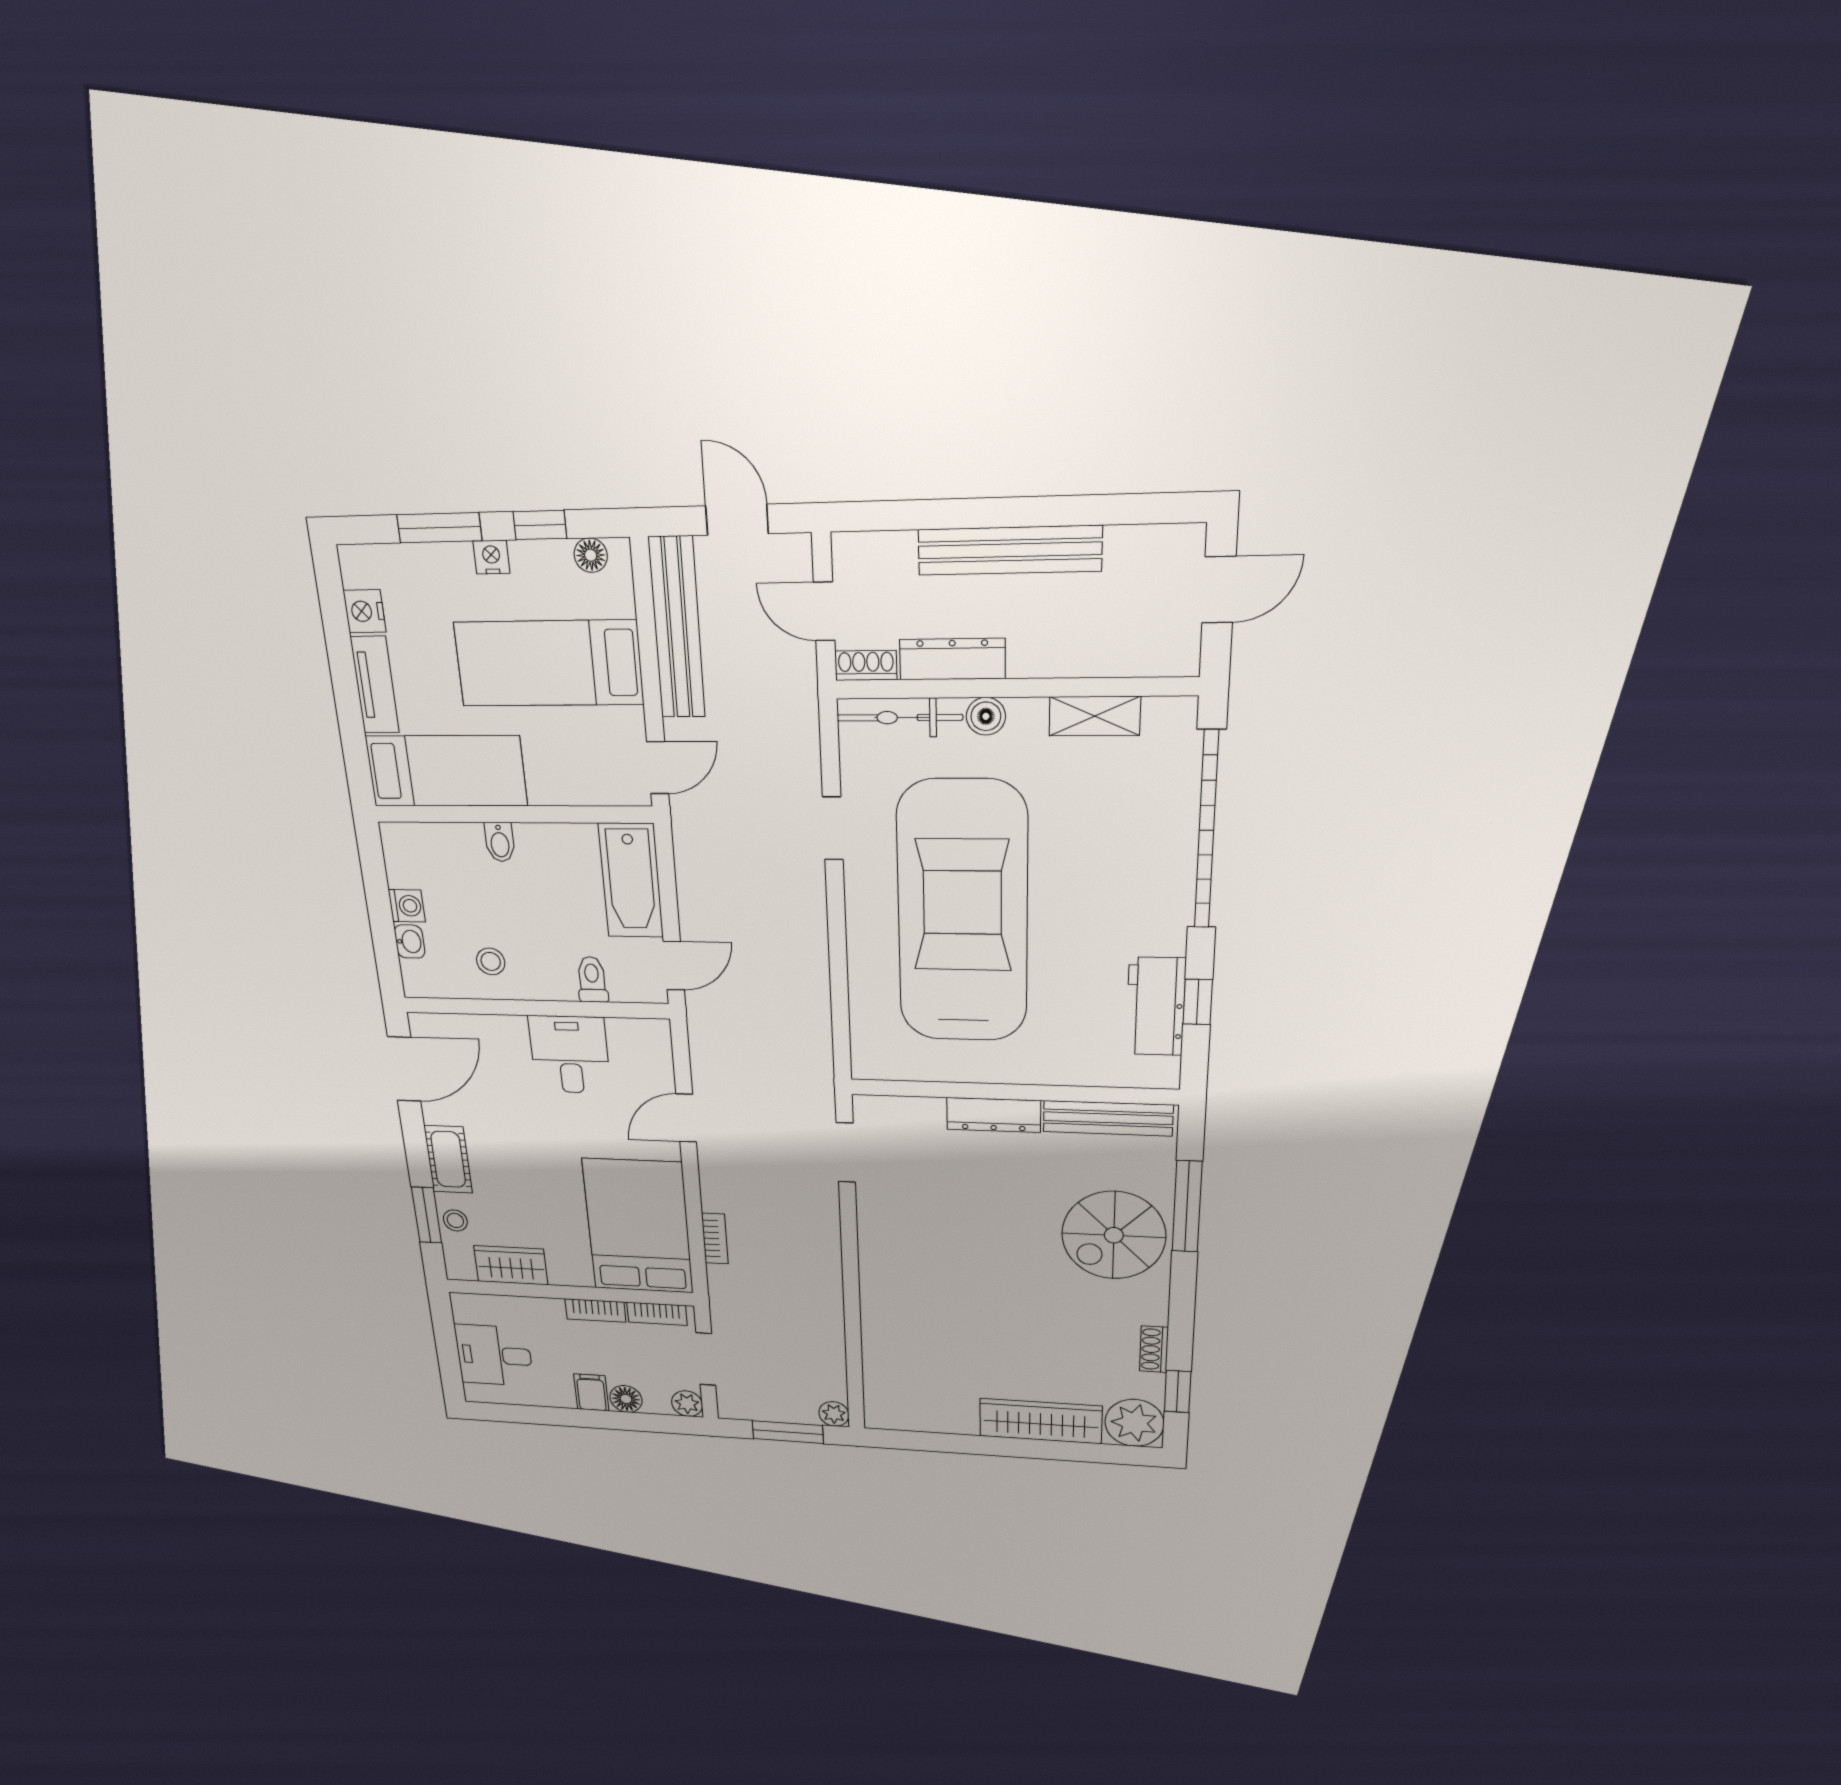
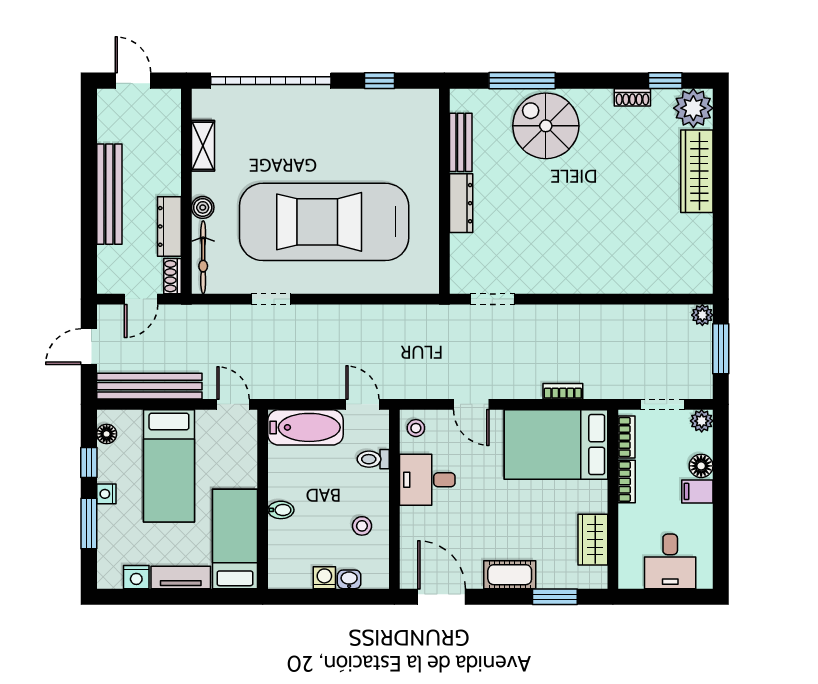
workbench: (1156, 1006) -> (383, 105), removed
bench: (1108, 1118) -> (461, 142), width x0.73
stool: (455, 1220) -> (416, 428), moved
spiral stairs: (1114, 1235) -> (546, 126), turned 180

